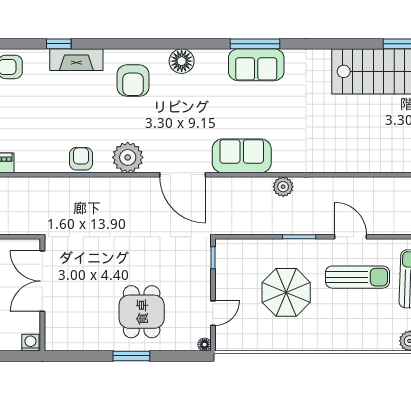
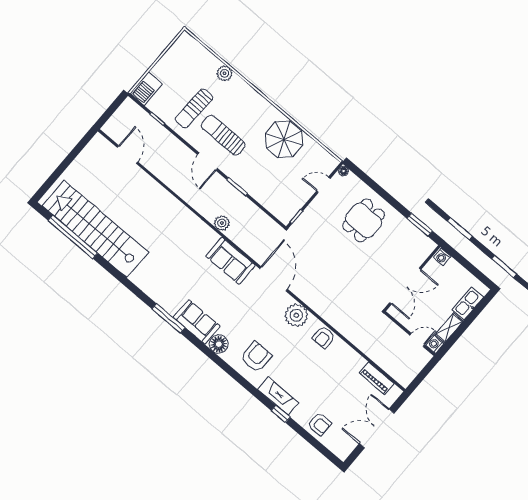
sofa: (256, 65) -> (197, 322), moved
parasol: (286, 292) -> (284, 139), moved
window: (131, 356) -> (420, 225), moved

